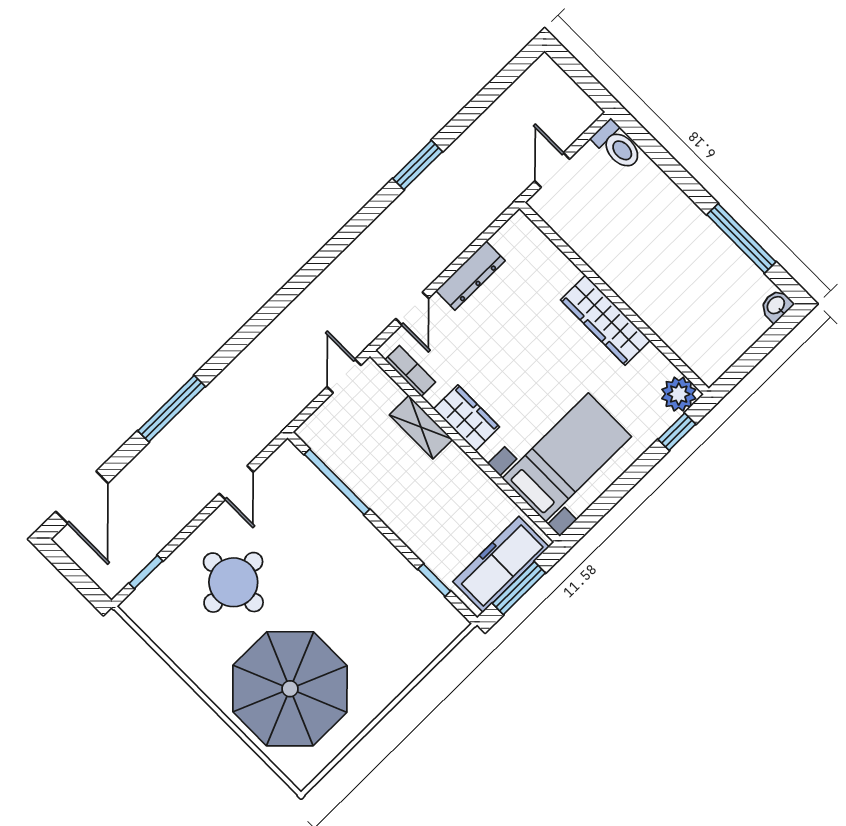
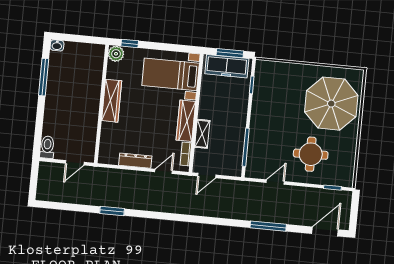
wardrobe: (466, 418) -> (186, 121), width x1.50

